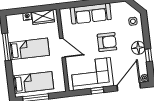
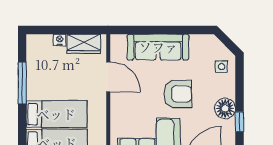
door: (62, 48) -> (108, 77), moved
bed: (29, 49) -> (56, 114), moved

